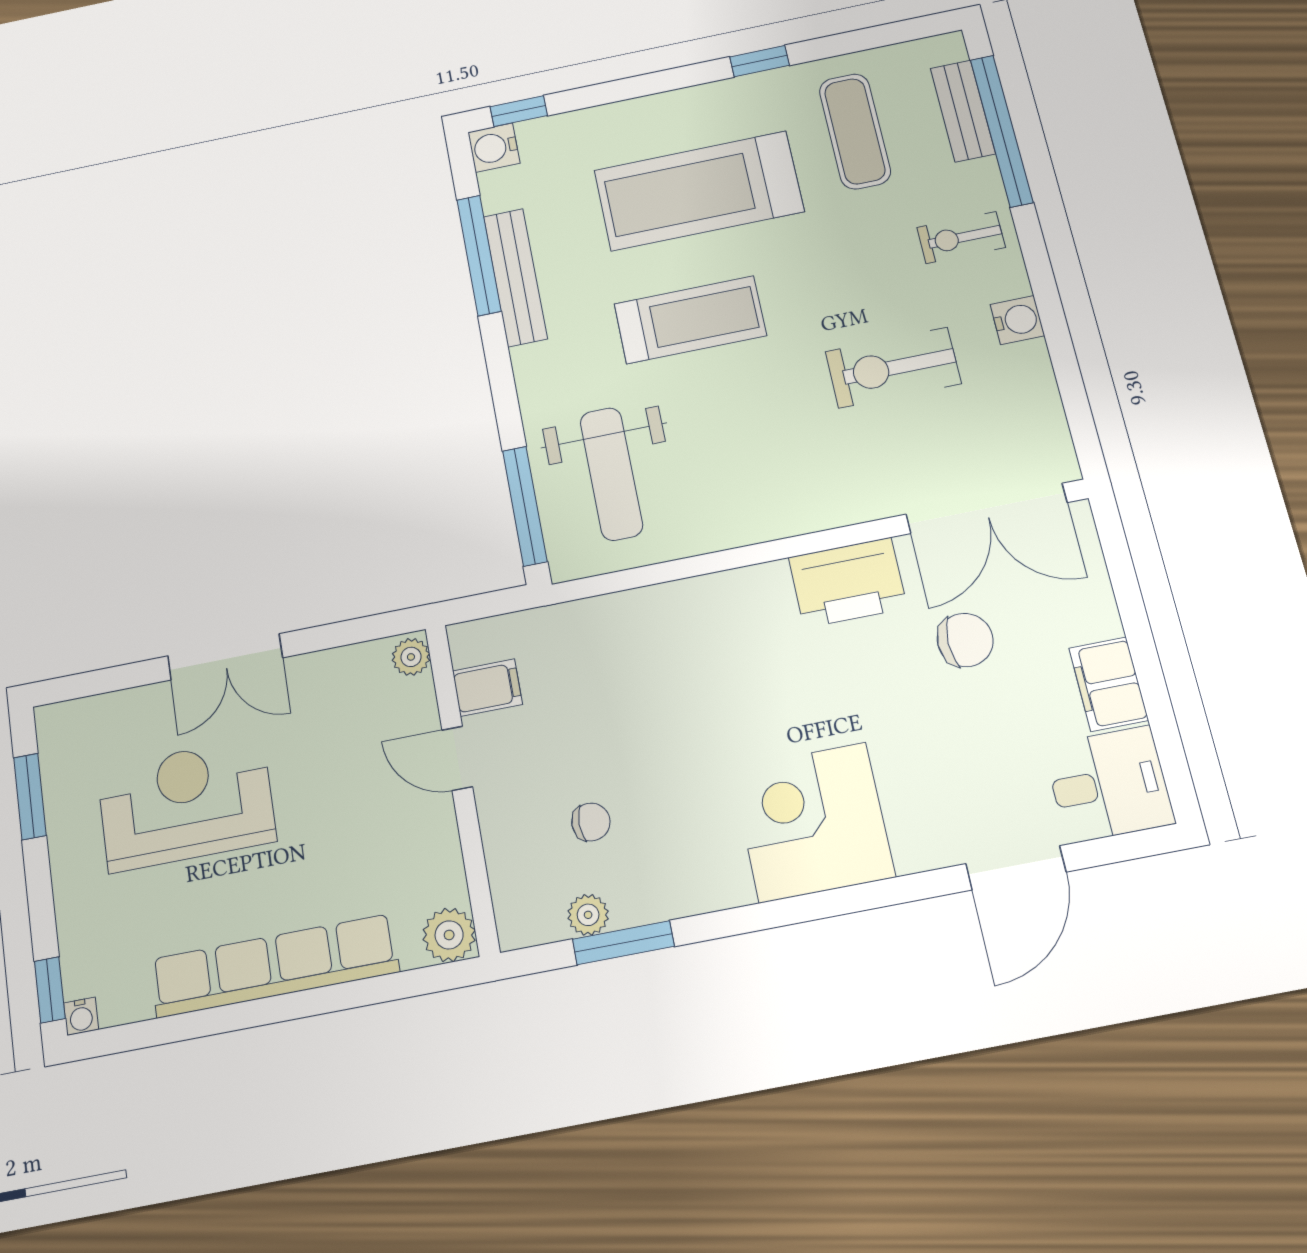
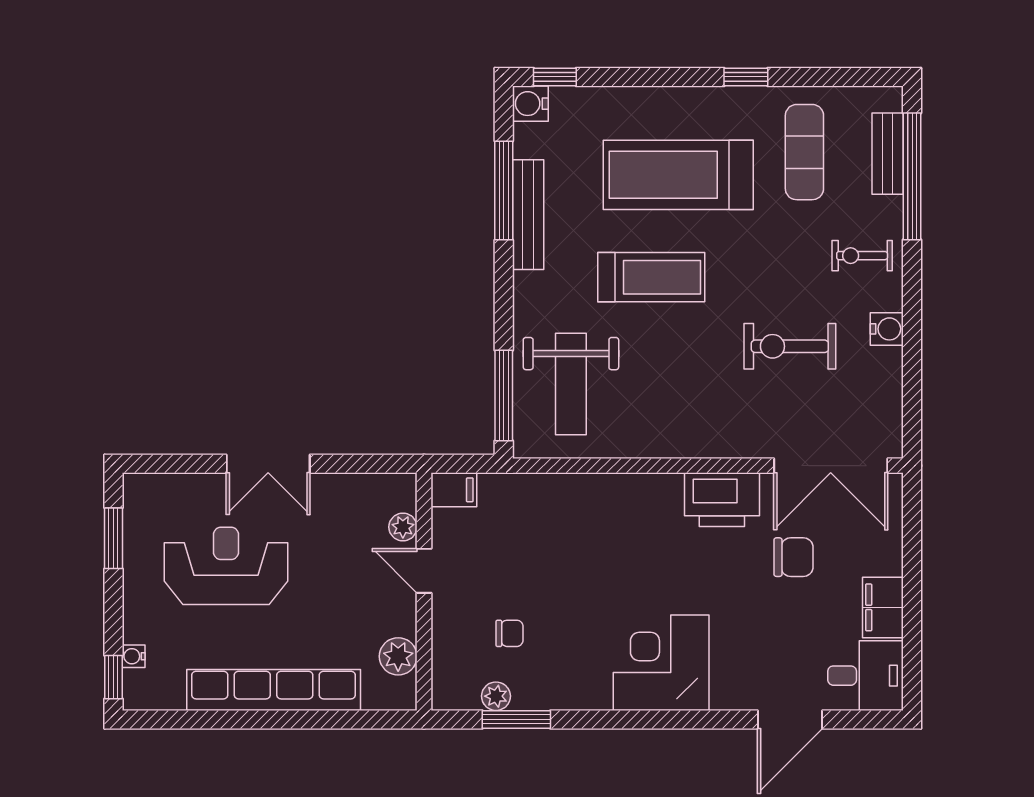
plant: (411, 657) -> (403, 527), moved
filing cabinet: (487, 688) -> (454, 490), moved
plant: (449, 935) -> (398, 656), moved
water cooler: (81, 1016) -> (134, 656), moved, turned 90

